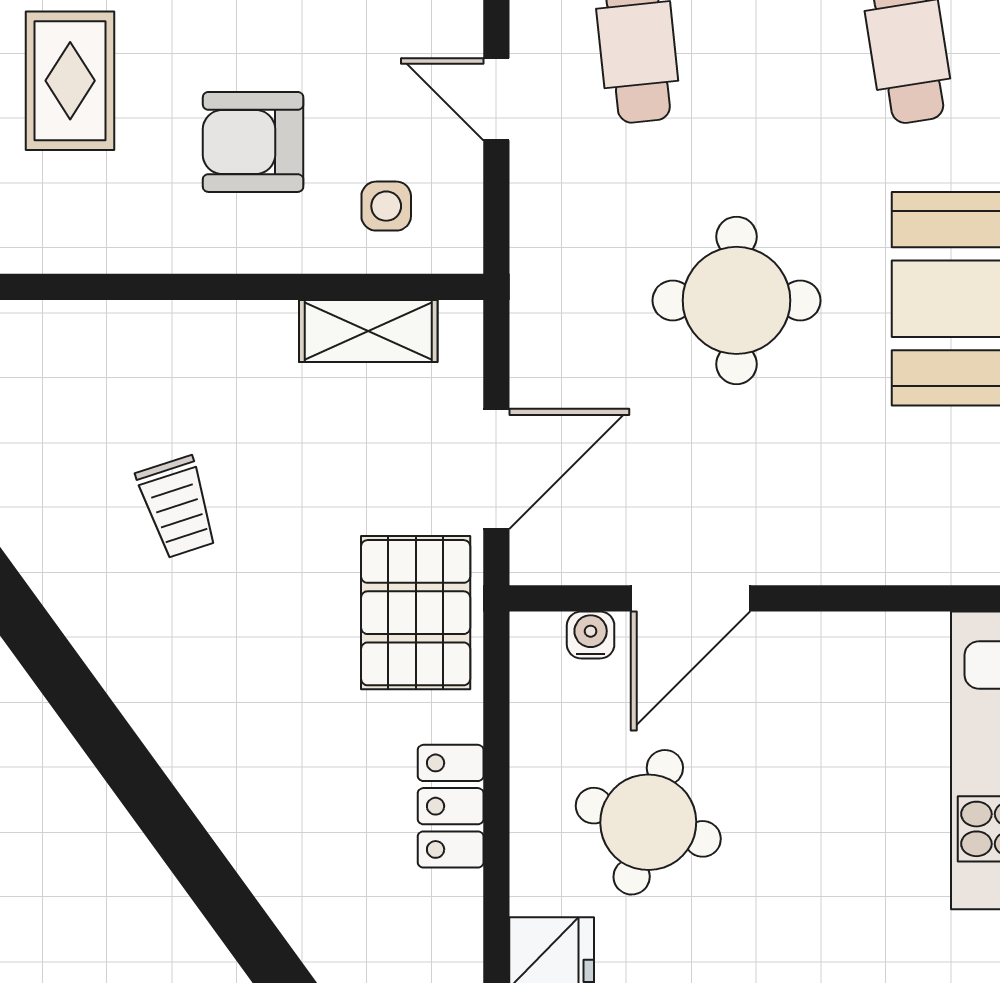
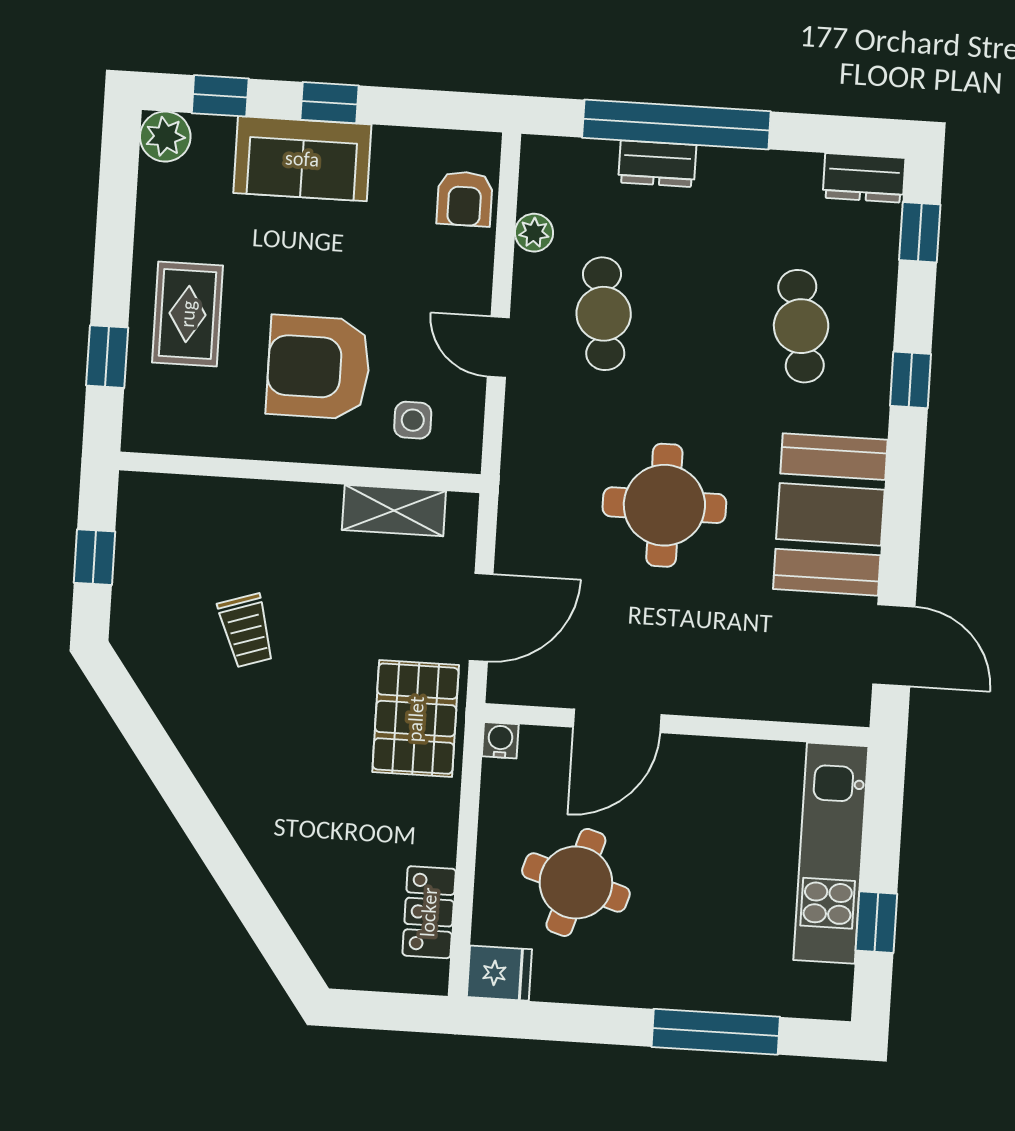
armchair: (253, 142) -> (318, 367), width x1.36, depth x1.36
water cooler: (591, 635) -> (500, 740), moved
locker: (451, 806) -> (429, 912), moved

